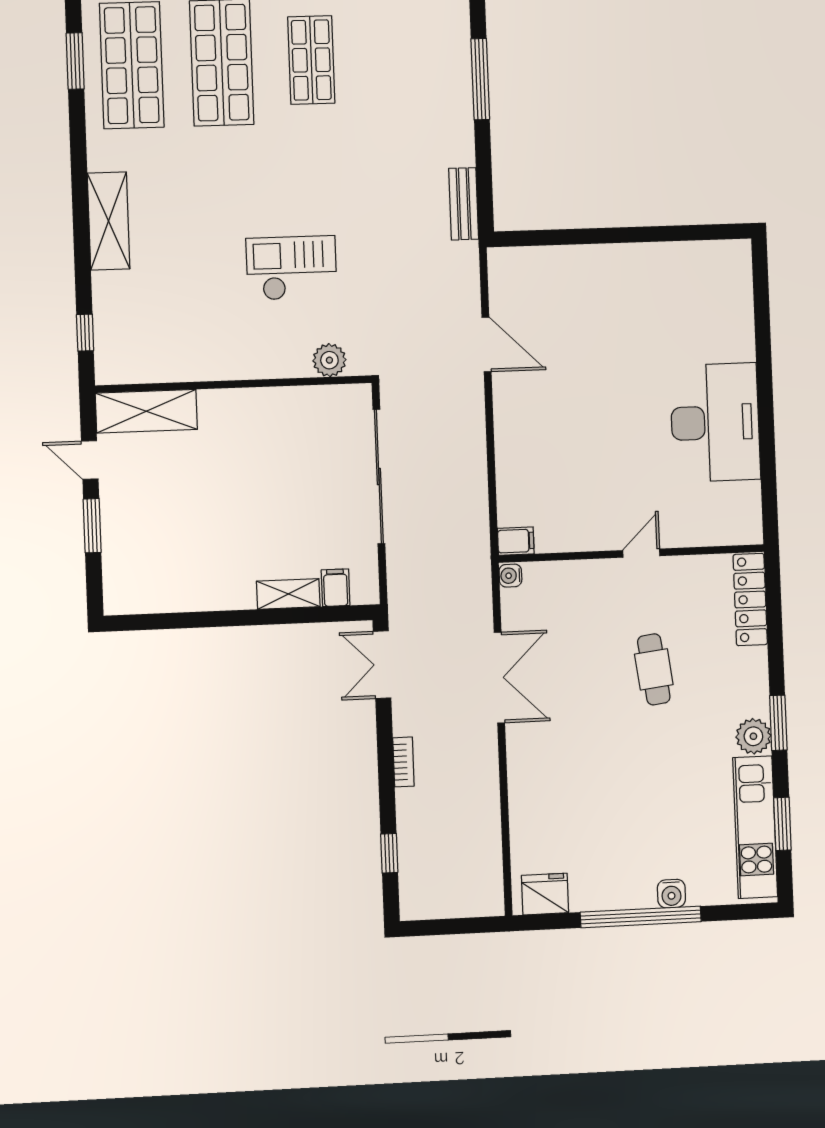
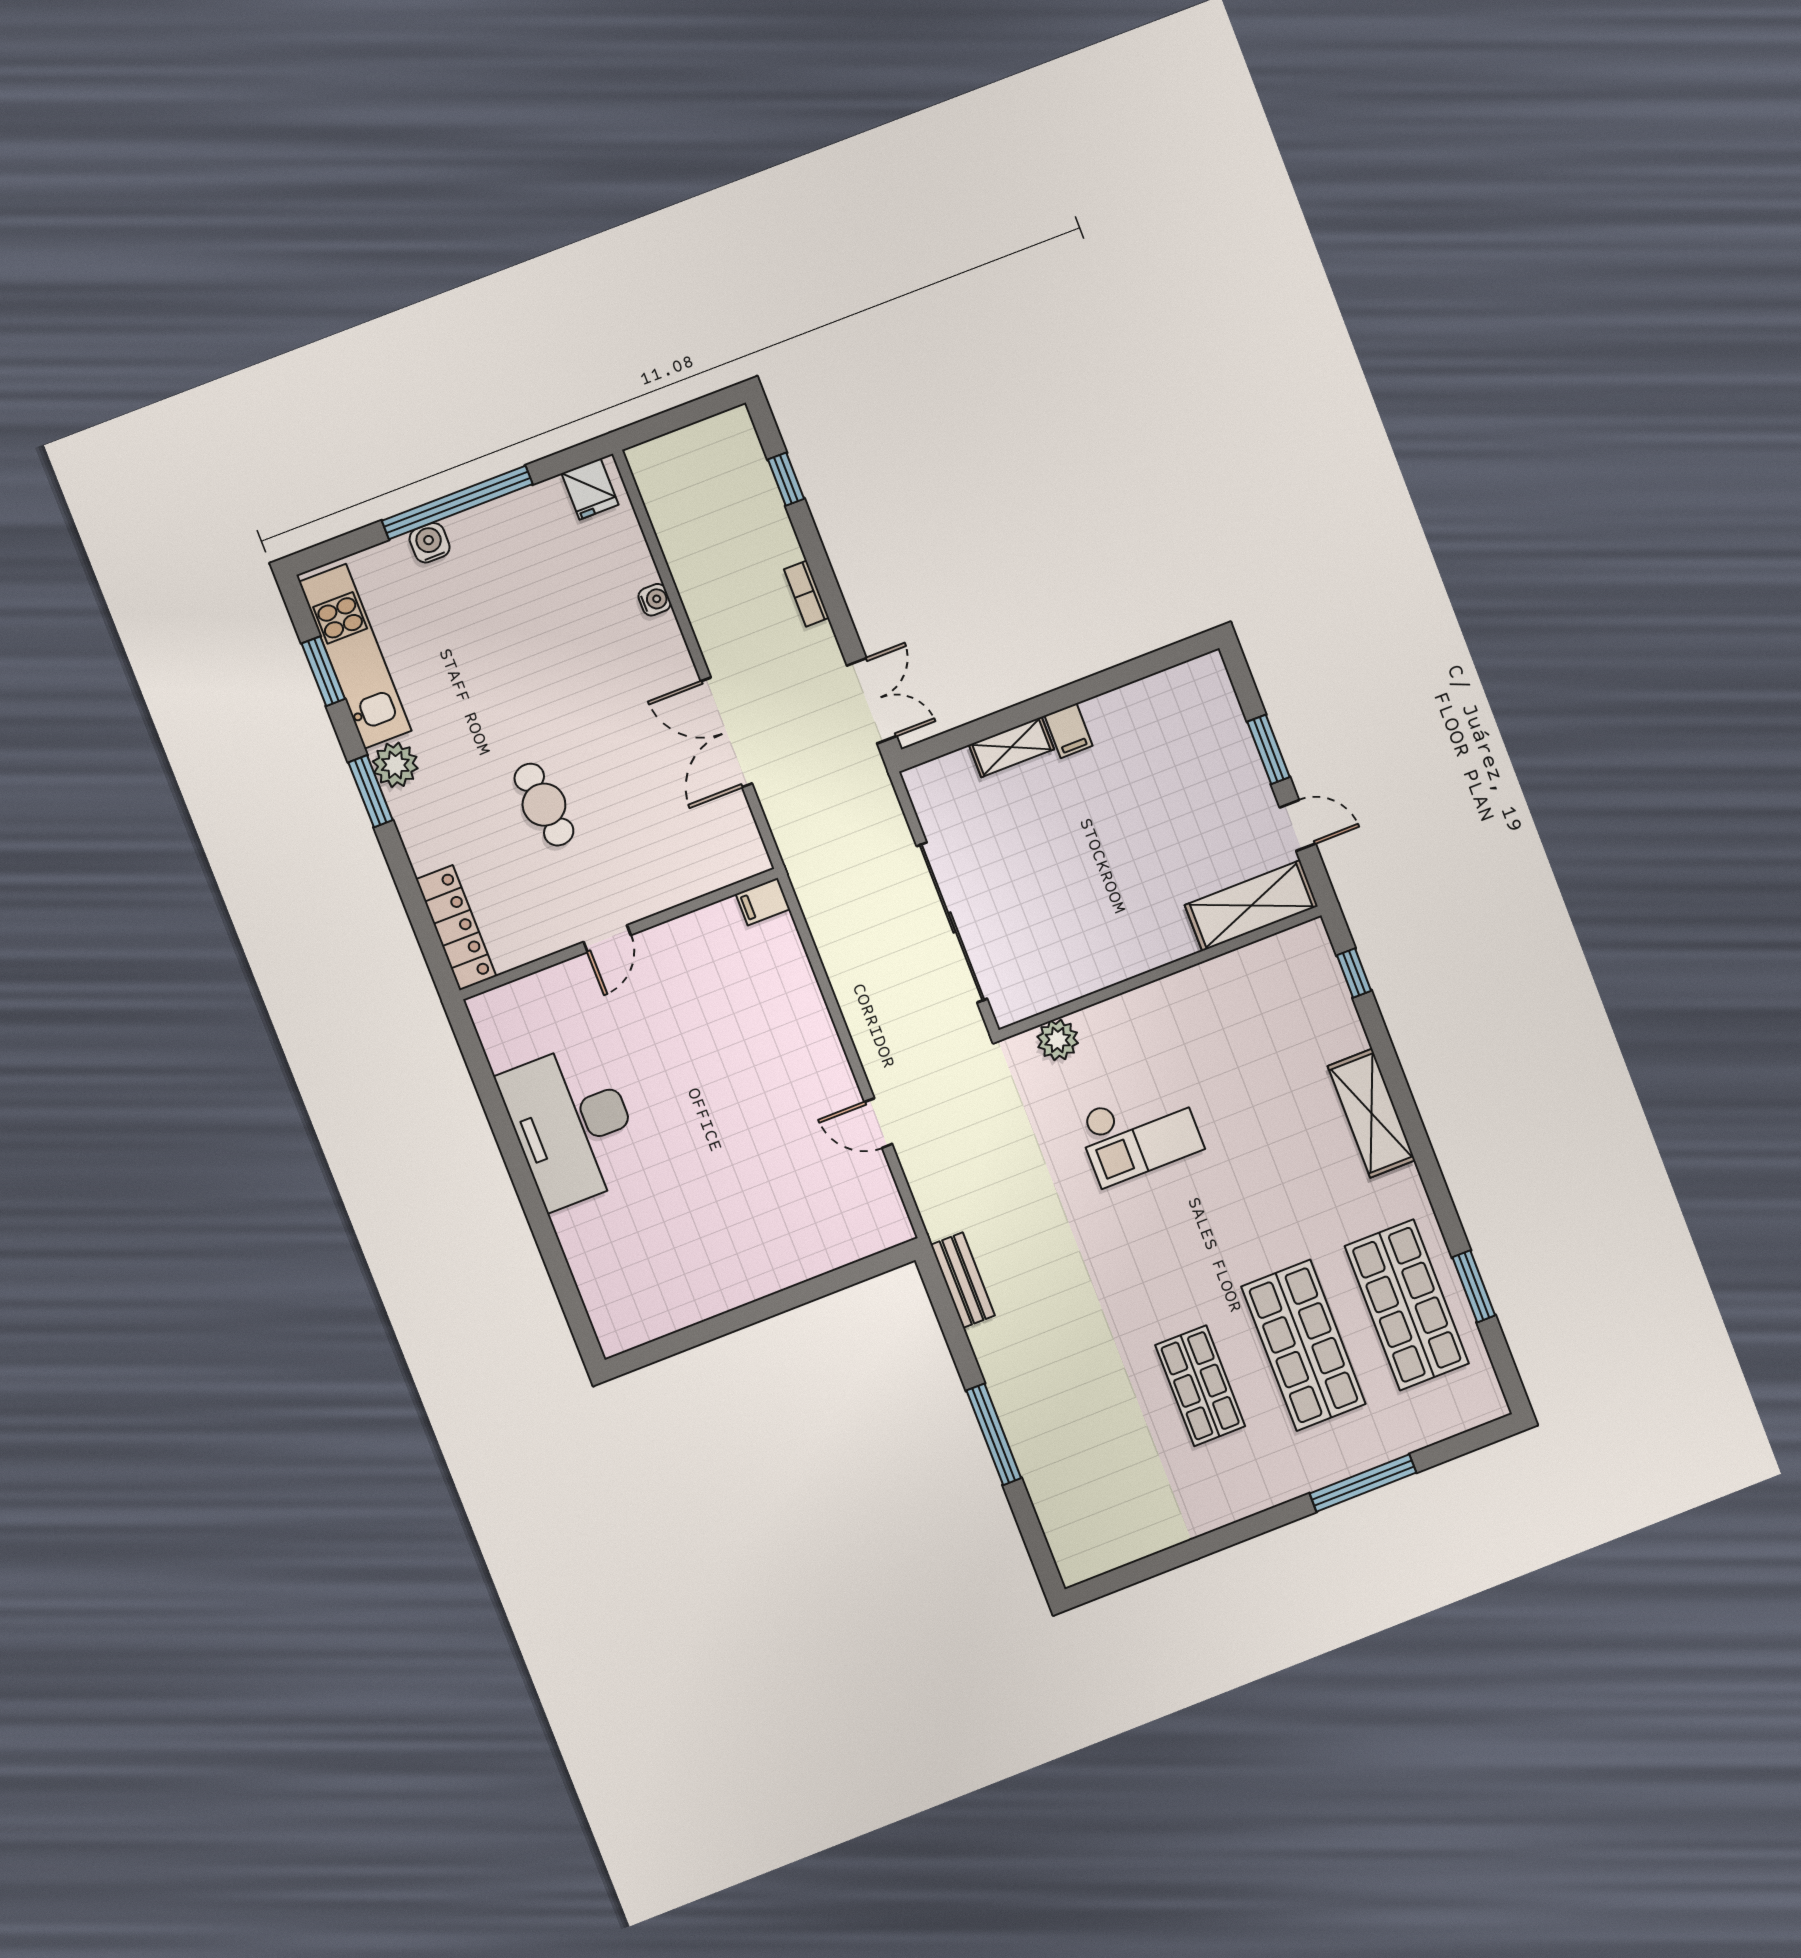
door: (486, 344) -> (878, 1123), width x0.73
water cooler: (510, 576) -> (655, 600), moved
filing cabinet: (336, 588) -> (1069, 731), moved
fridge: (545, 894) -> (590, 489), width x0.72

